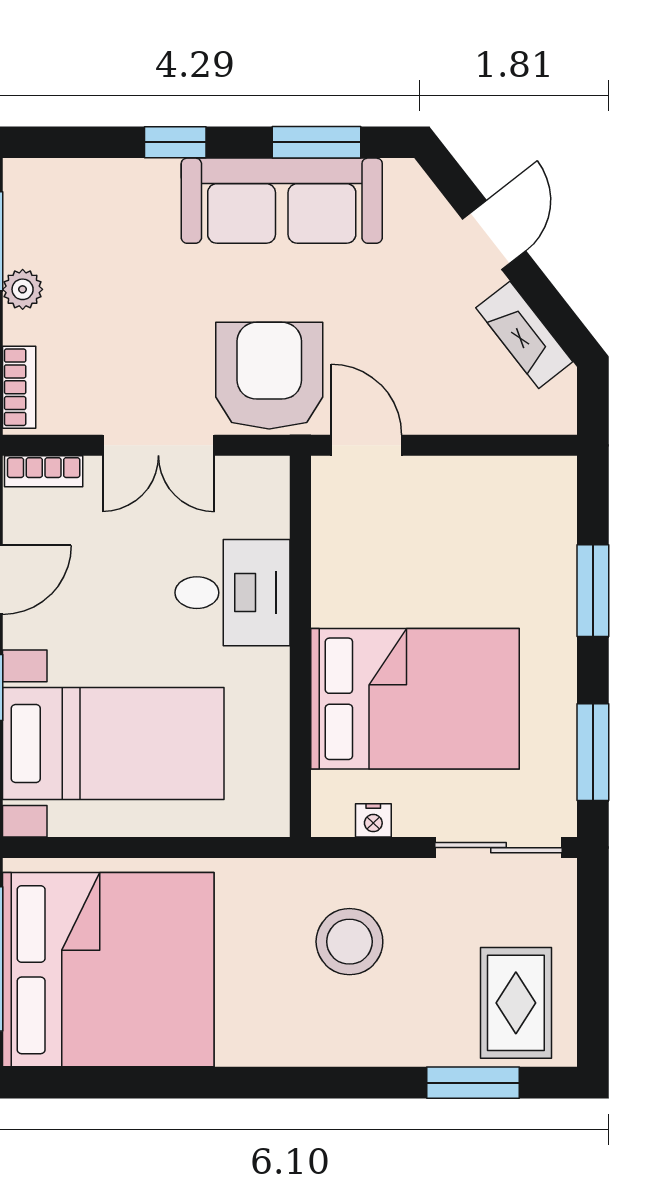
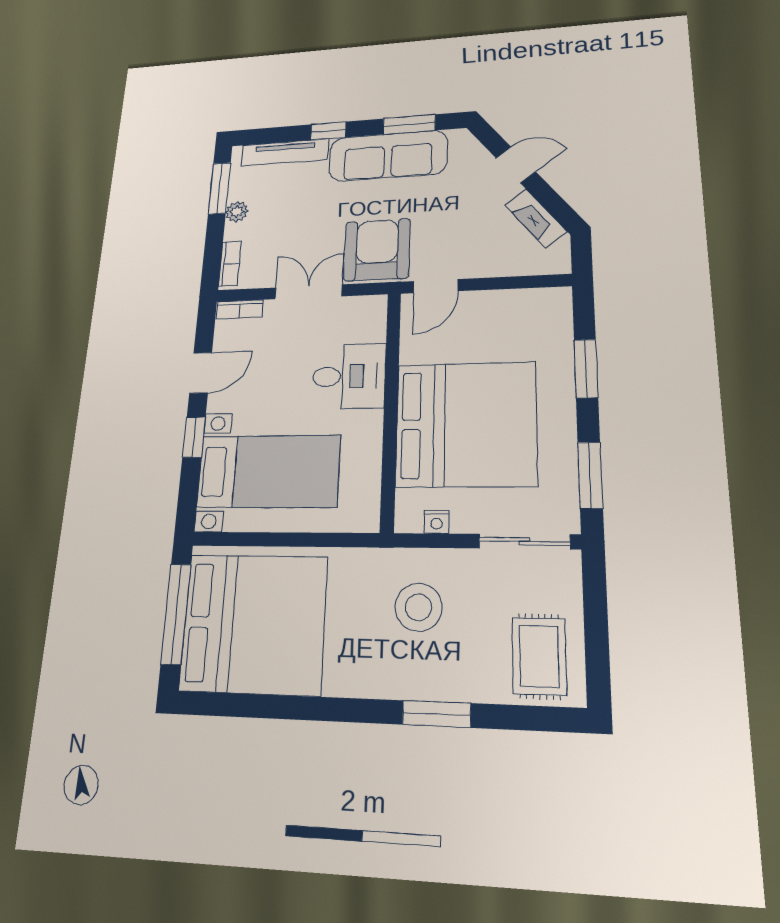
tv unit: (100, 179) -> (285, 152), added
door: (494, 235) -> (516, 165), hinge flipped
double door: (158, 445) -> (308, 292), swing flipped
door: (366, 445) -> (436, 286), swing flipped
bed: (415, 699) -> (466, 424), width x1.36
window: (473, 1083) -> (437, 714), moved

